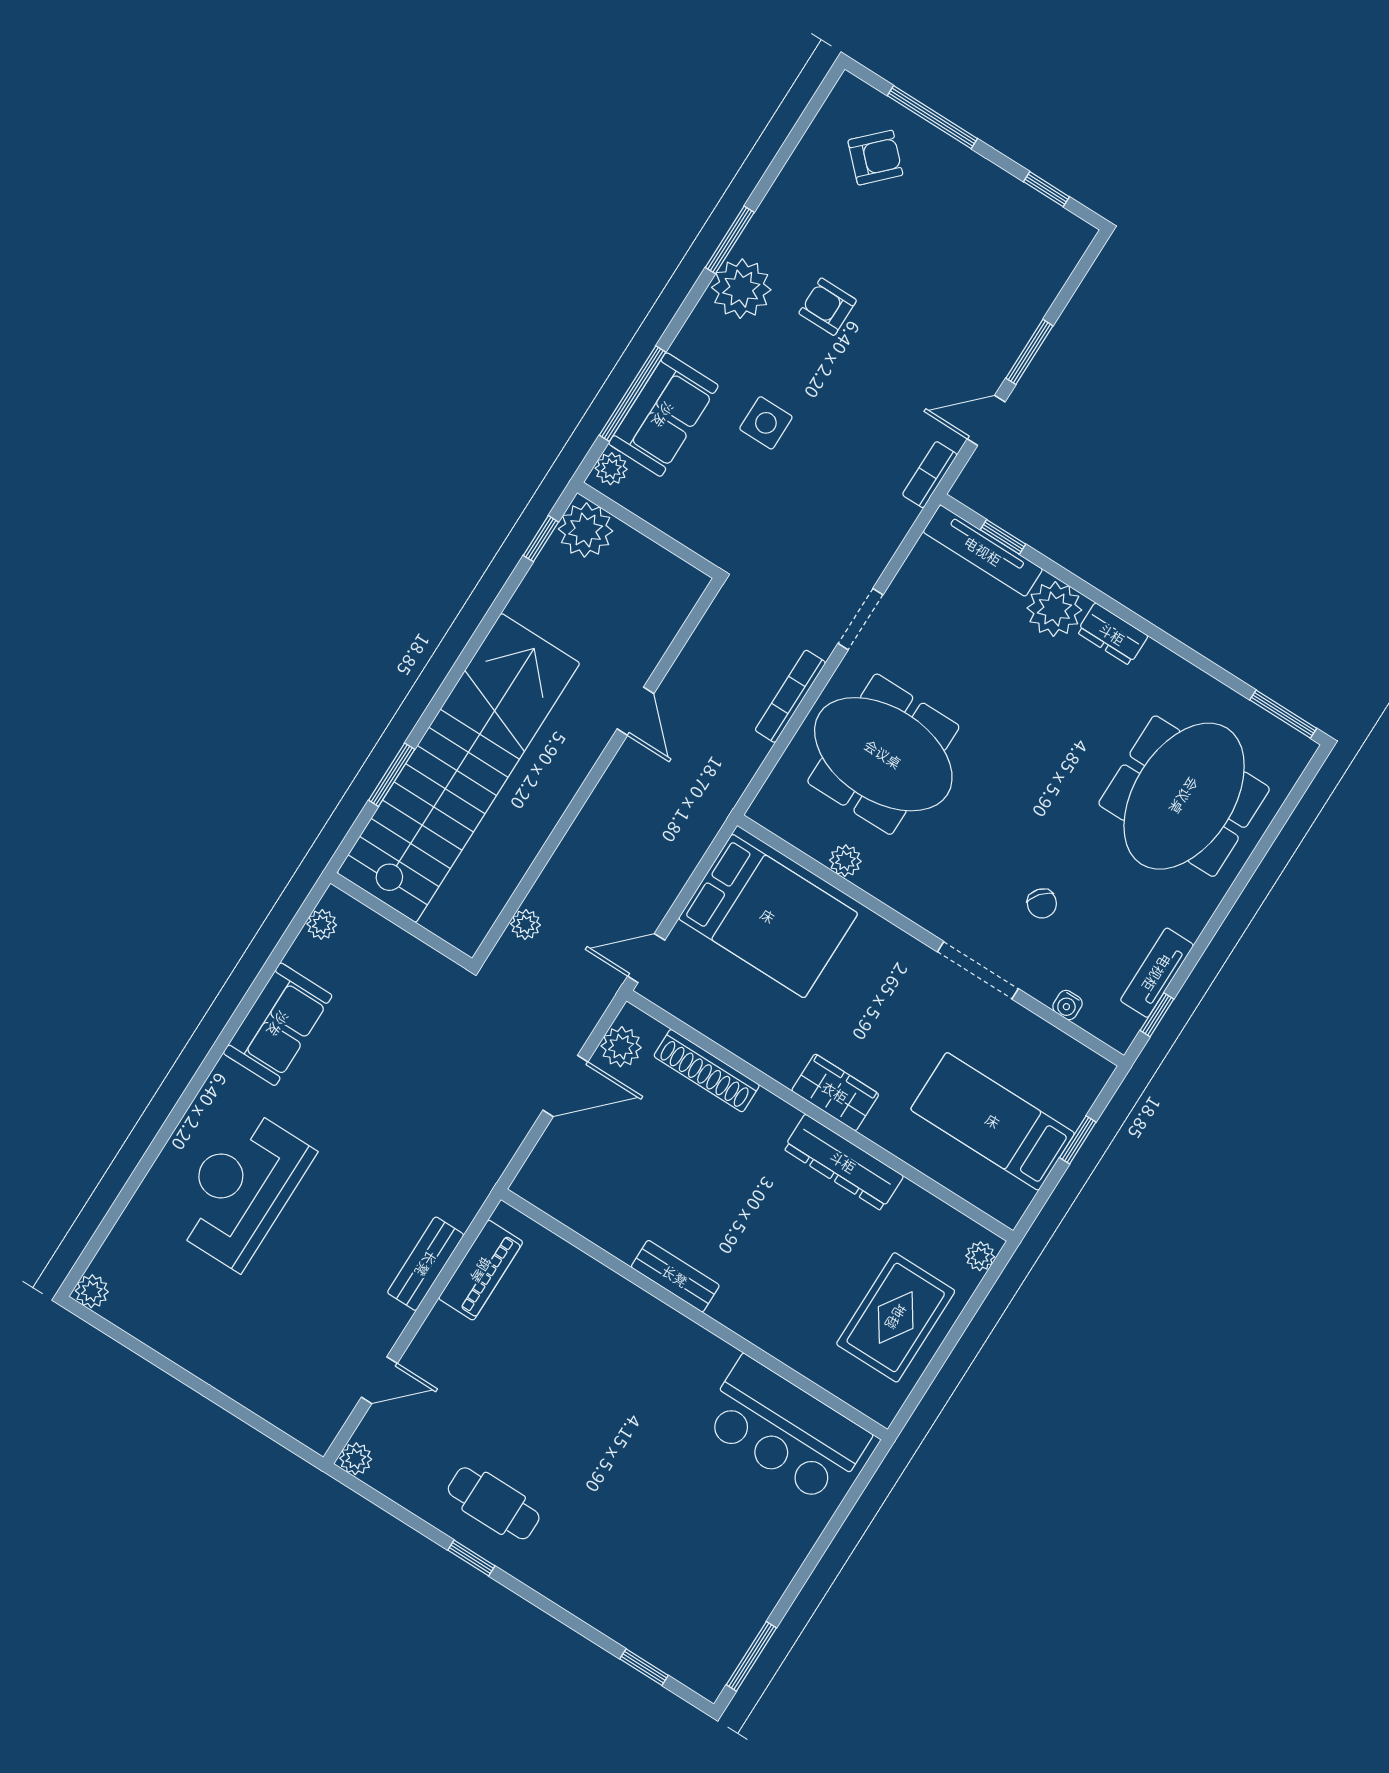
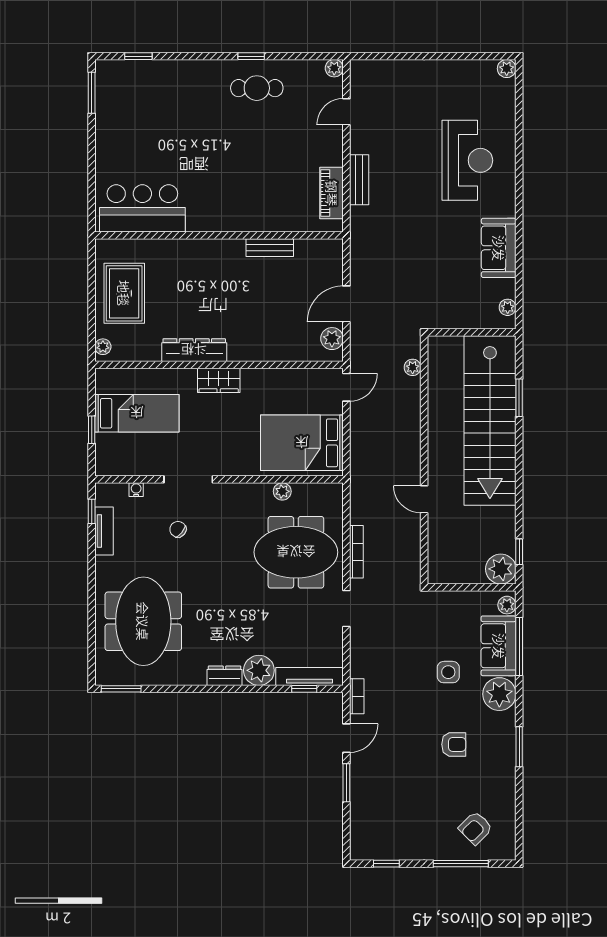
plant: (741, 289) -> (499, 694), moved
shoe rack: (707, 1071) -> (285, 353), removed
bench: (675, 1276) -> (270, 248), moved

